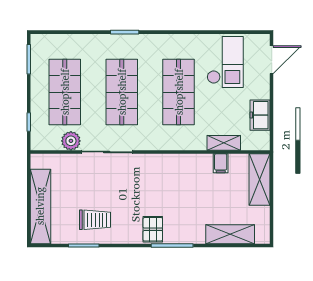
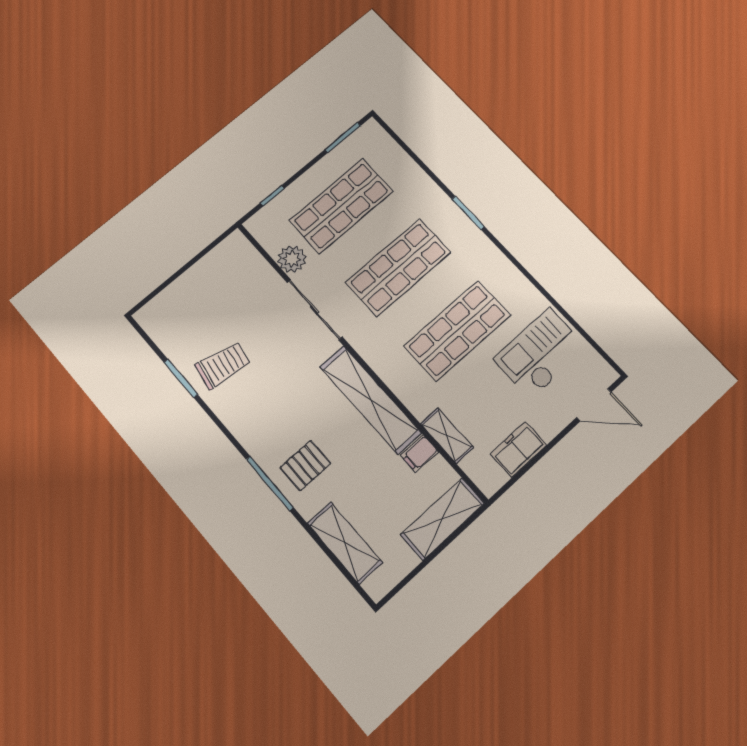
checkout: (225, 62) -> (541, 353), turned 180
shelving: (40, 206) -> (370, 400), moved, turned 90
trolley: (95, 220) -> (223, 365), turned -80
pallet: (153, 229) -> (306, 465), moved

